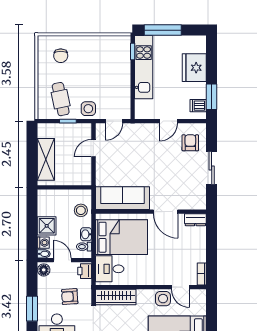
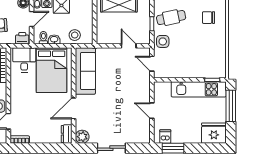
fridge: (194, 68) -> (214, 133), moved
armchair: (190, 143) -> (133, 130), removed
plant: (198, 202) -> (82, 137), added

